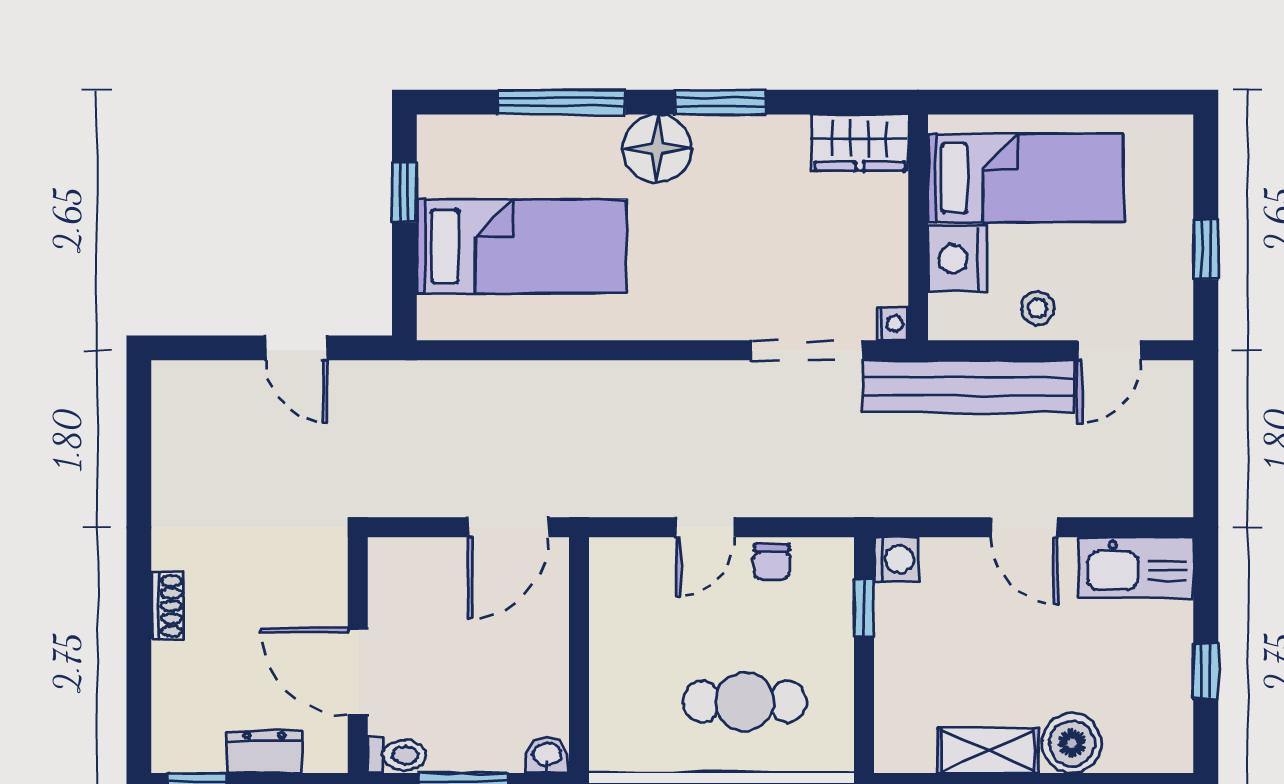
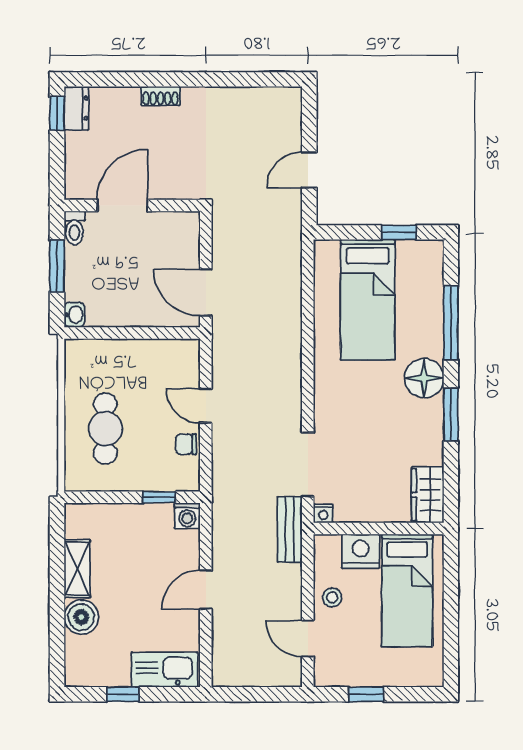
bench: (969, 386) -> (290, 529), width x0.54, depth x0.82
kitchen sink: (1136, 568) -> (164, 670), moved, turned 90
dresser: (264, 752) -> (76, 108), moved

